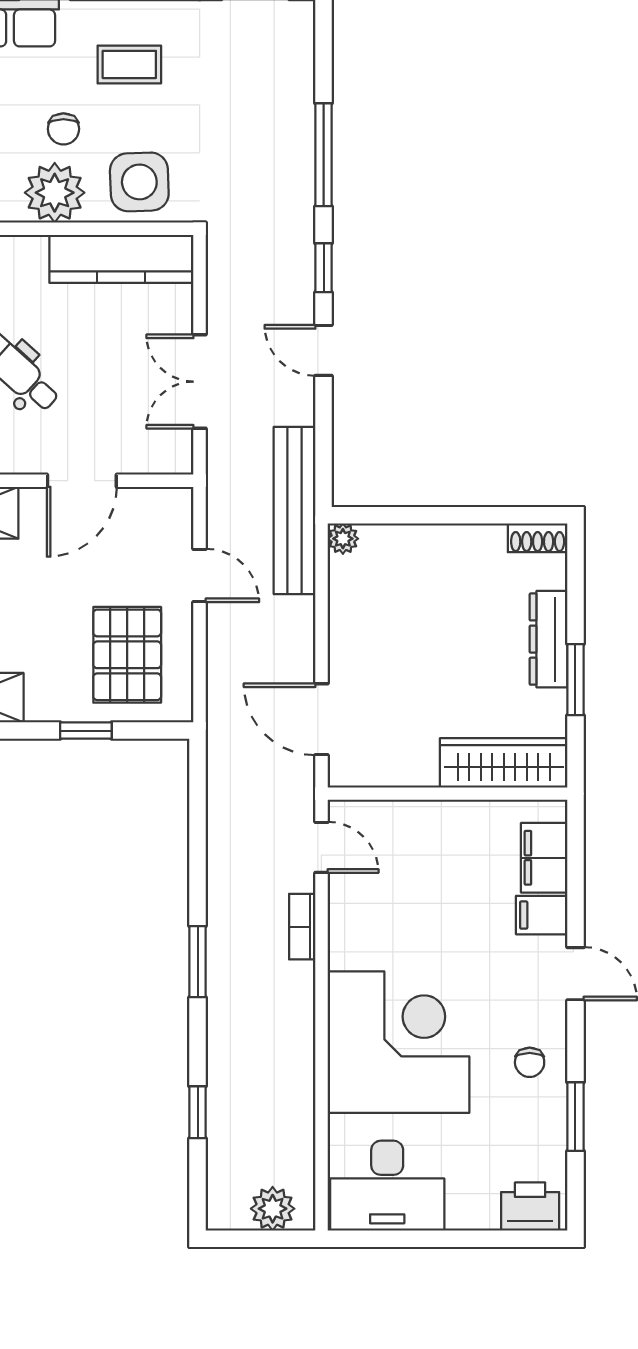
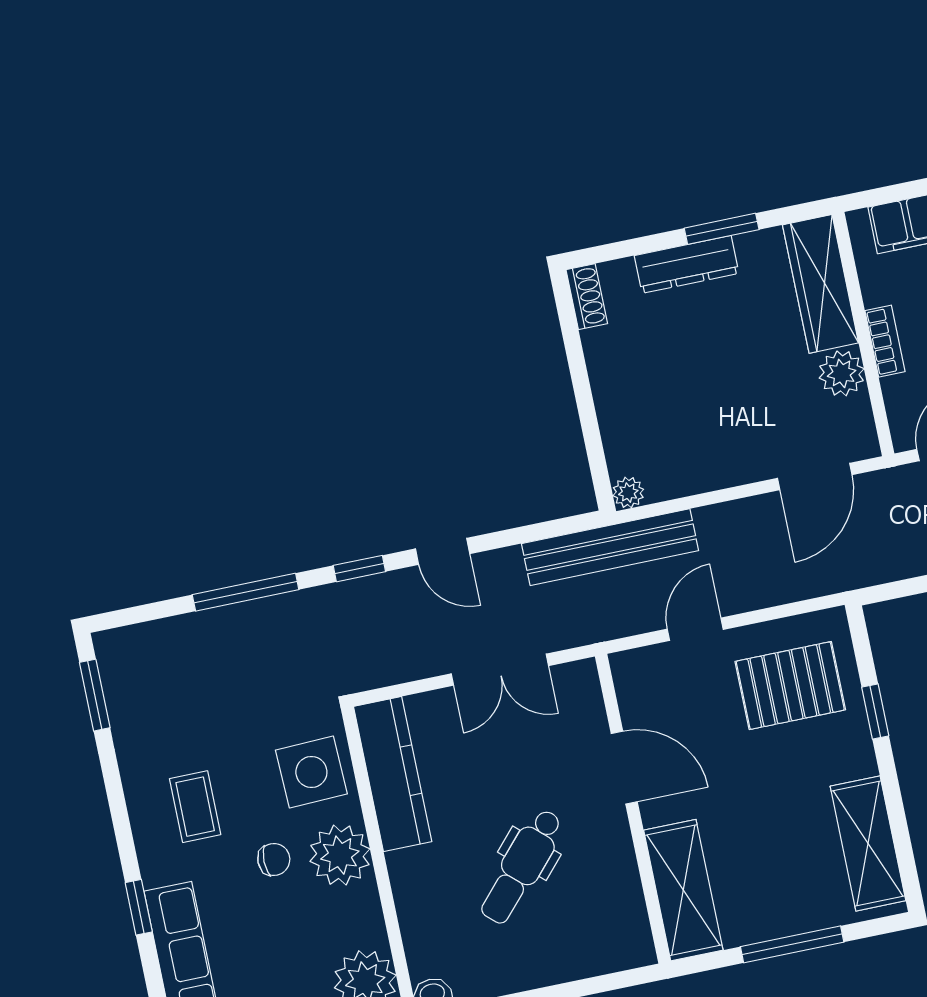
door: (324, 350) -> (443, 551), hinge flipped
plant: (414, 765) -> (842, 373), added
bookcase: (436, 813) -> (885, 341), added

